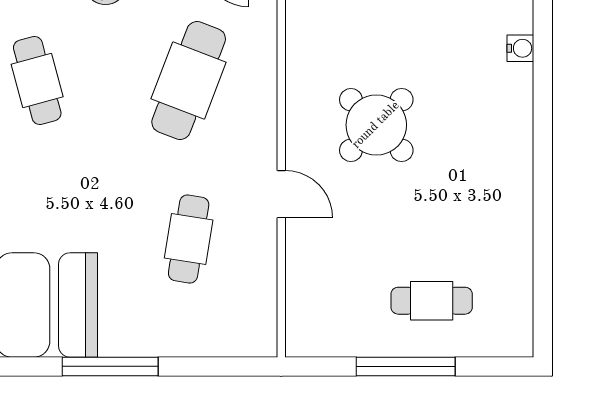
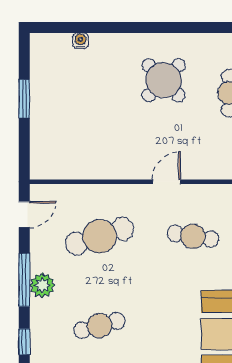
cafe table: (189, 80) -> (100, 236), turned -39
round table: (376, 125) -> (164, 80), moved

